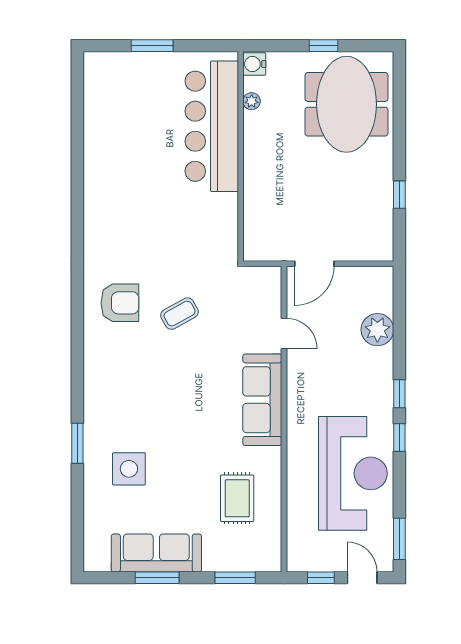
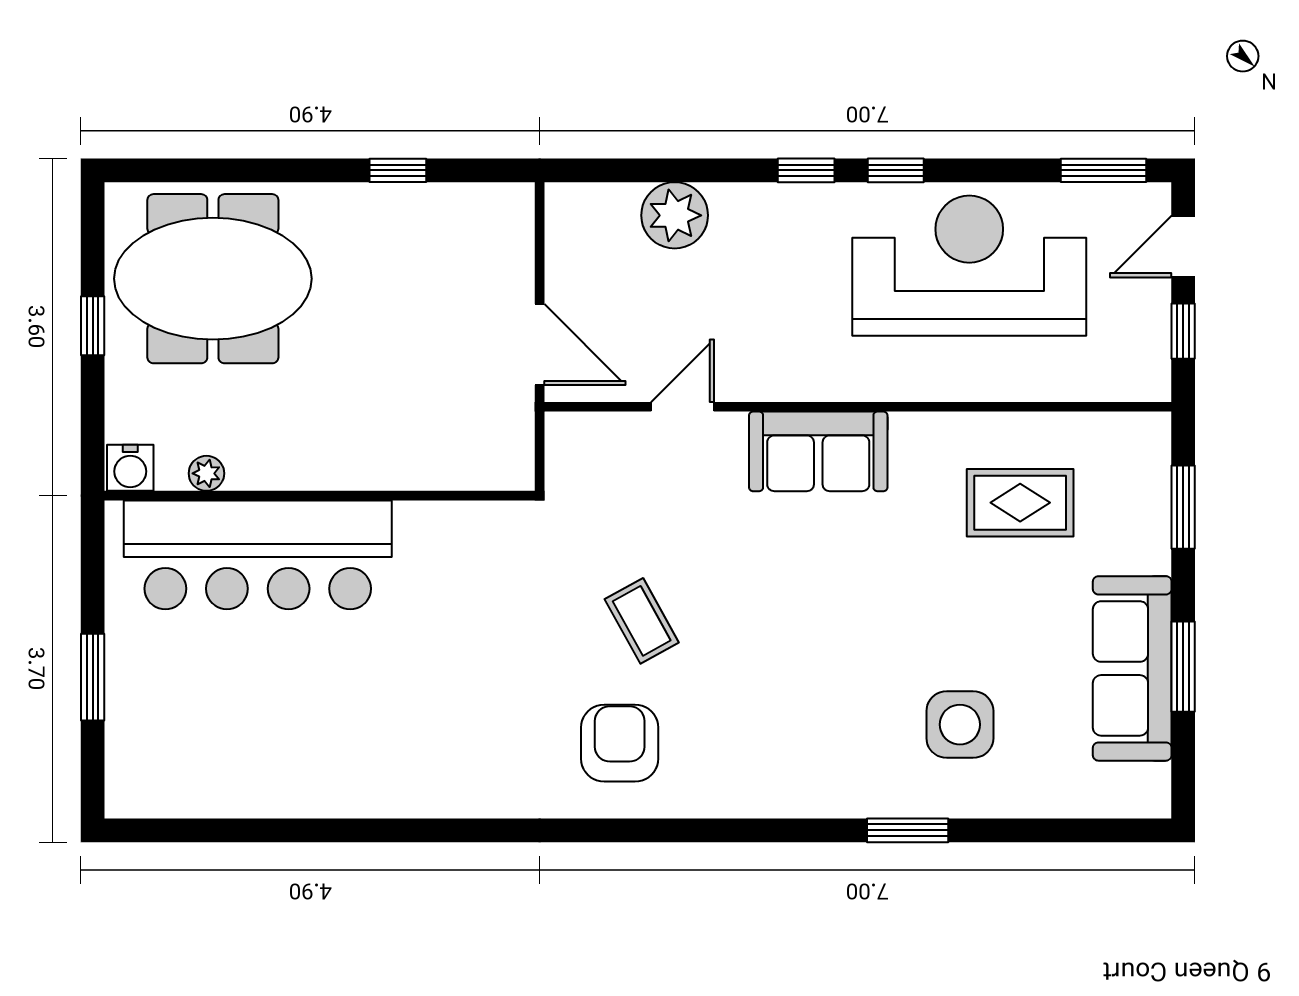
sofa: (262, 400) -> (818, 451), width x0.73

